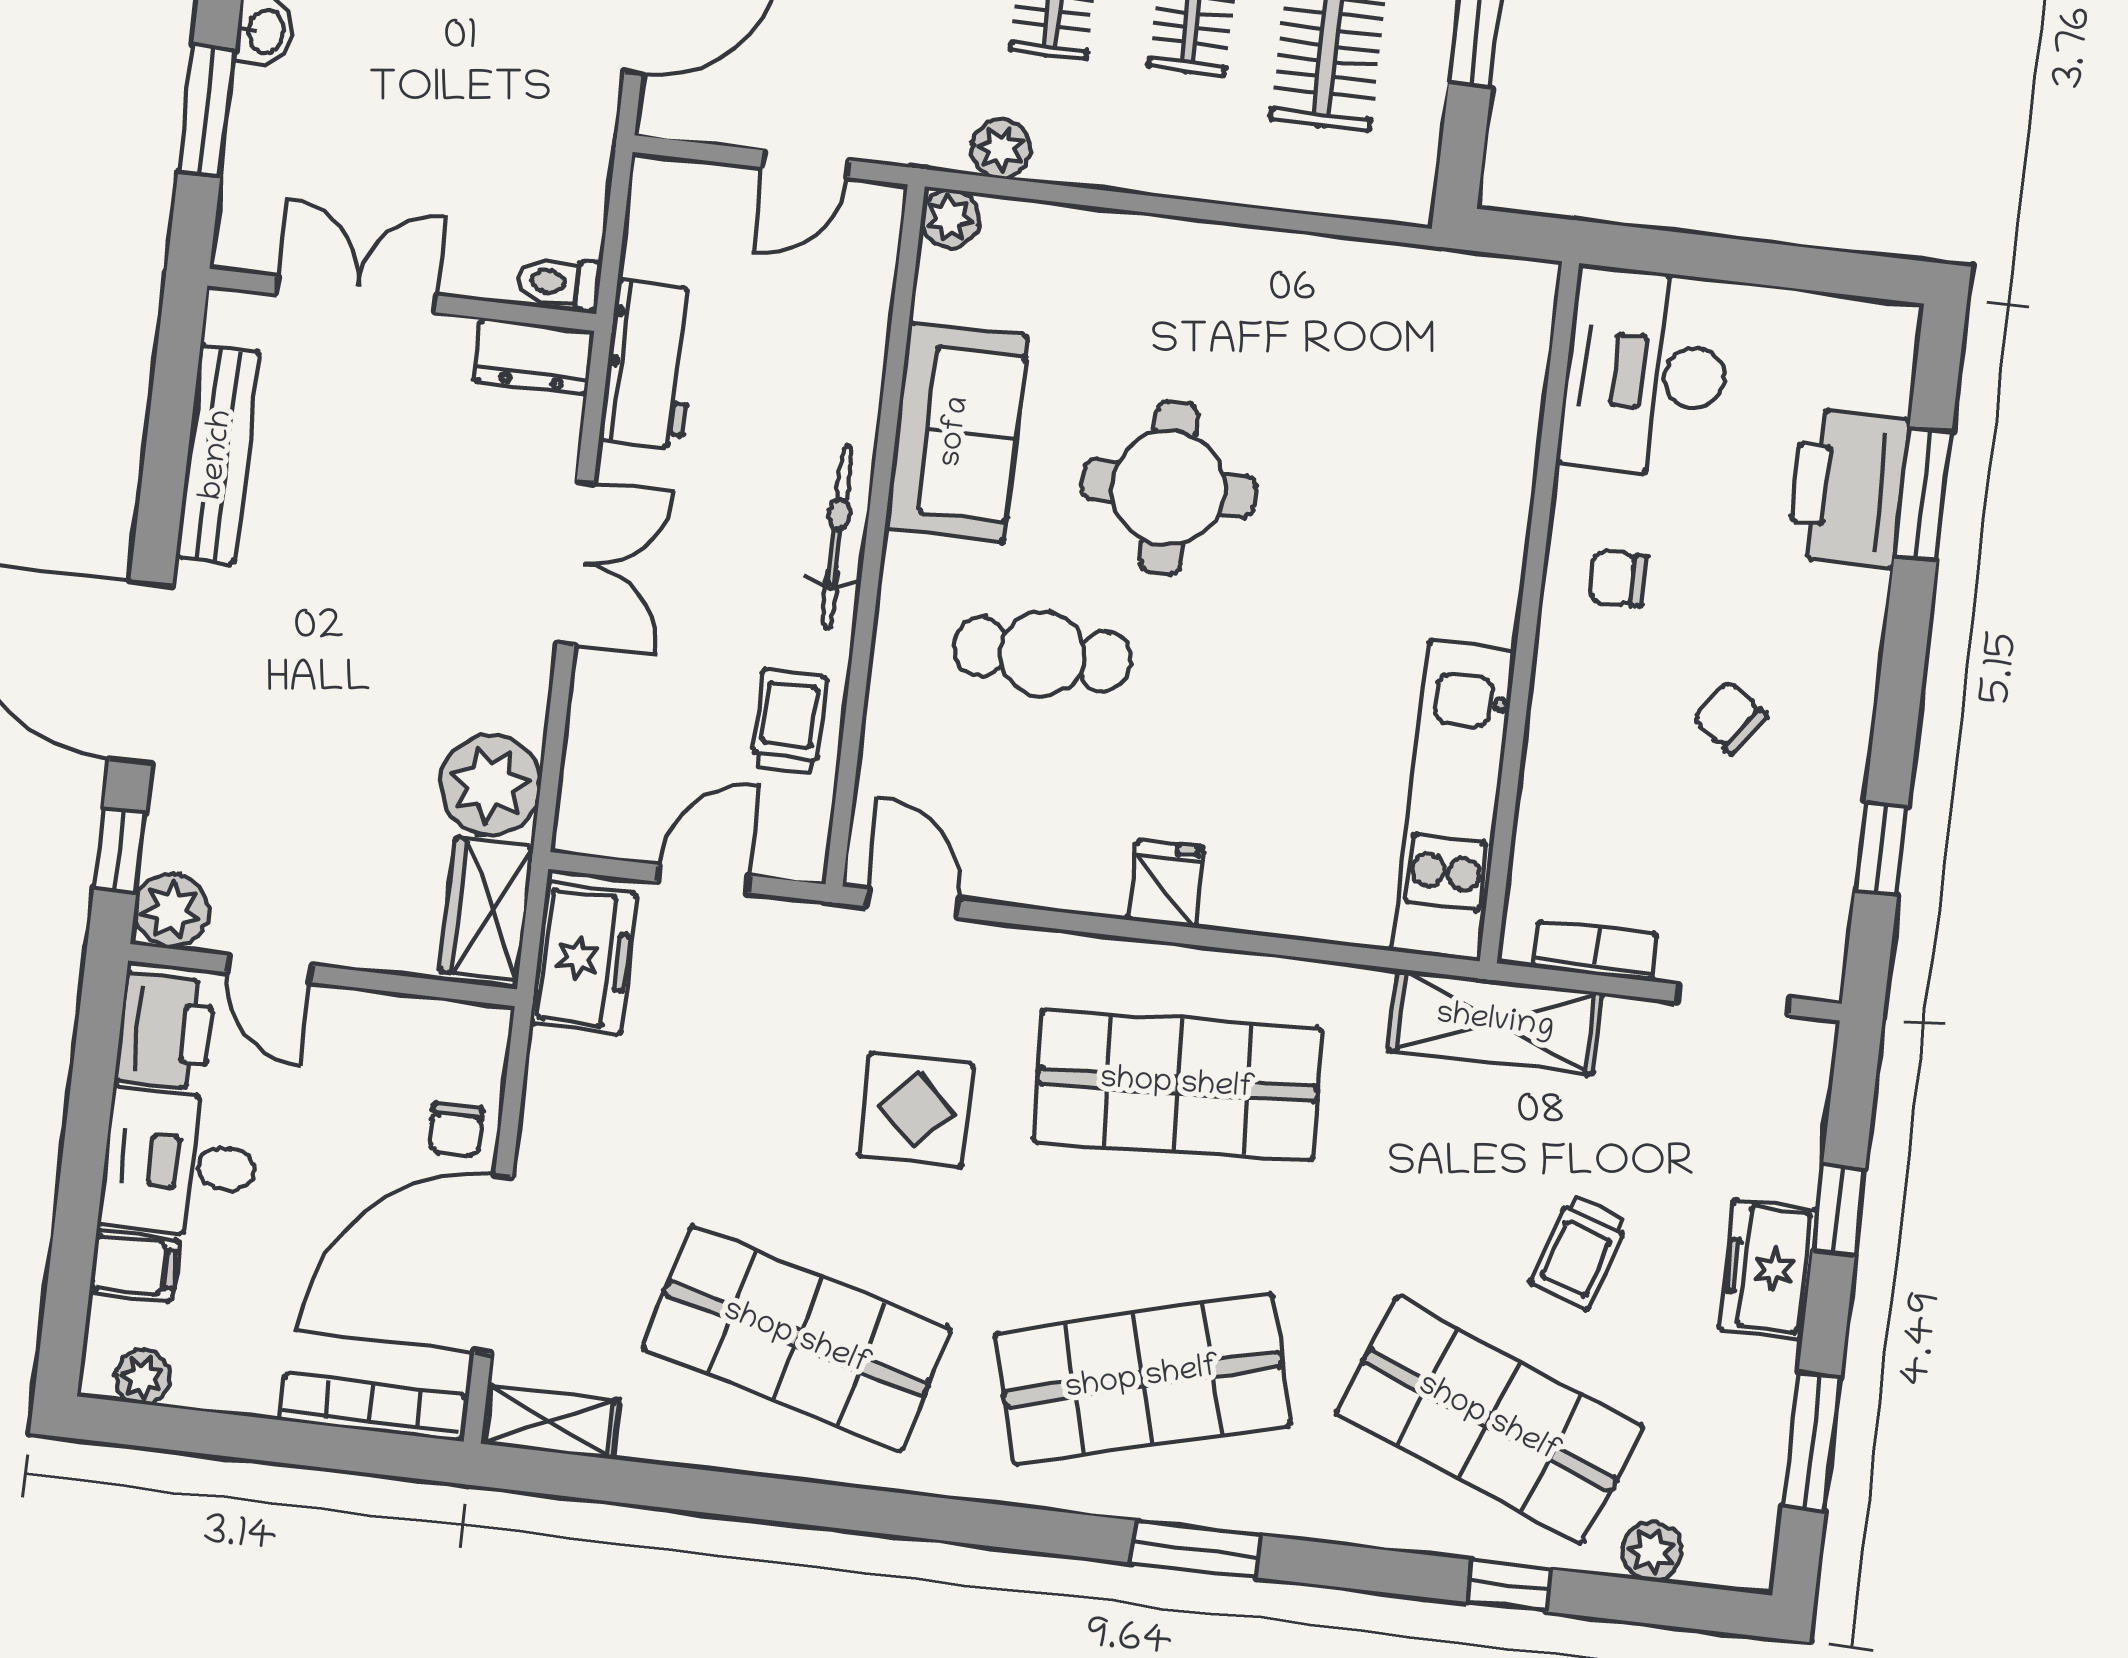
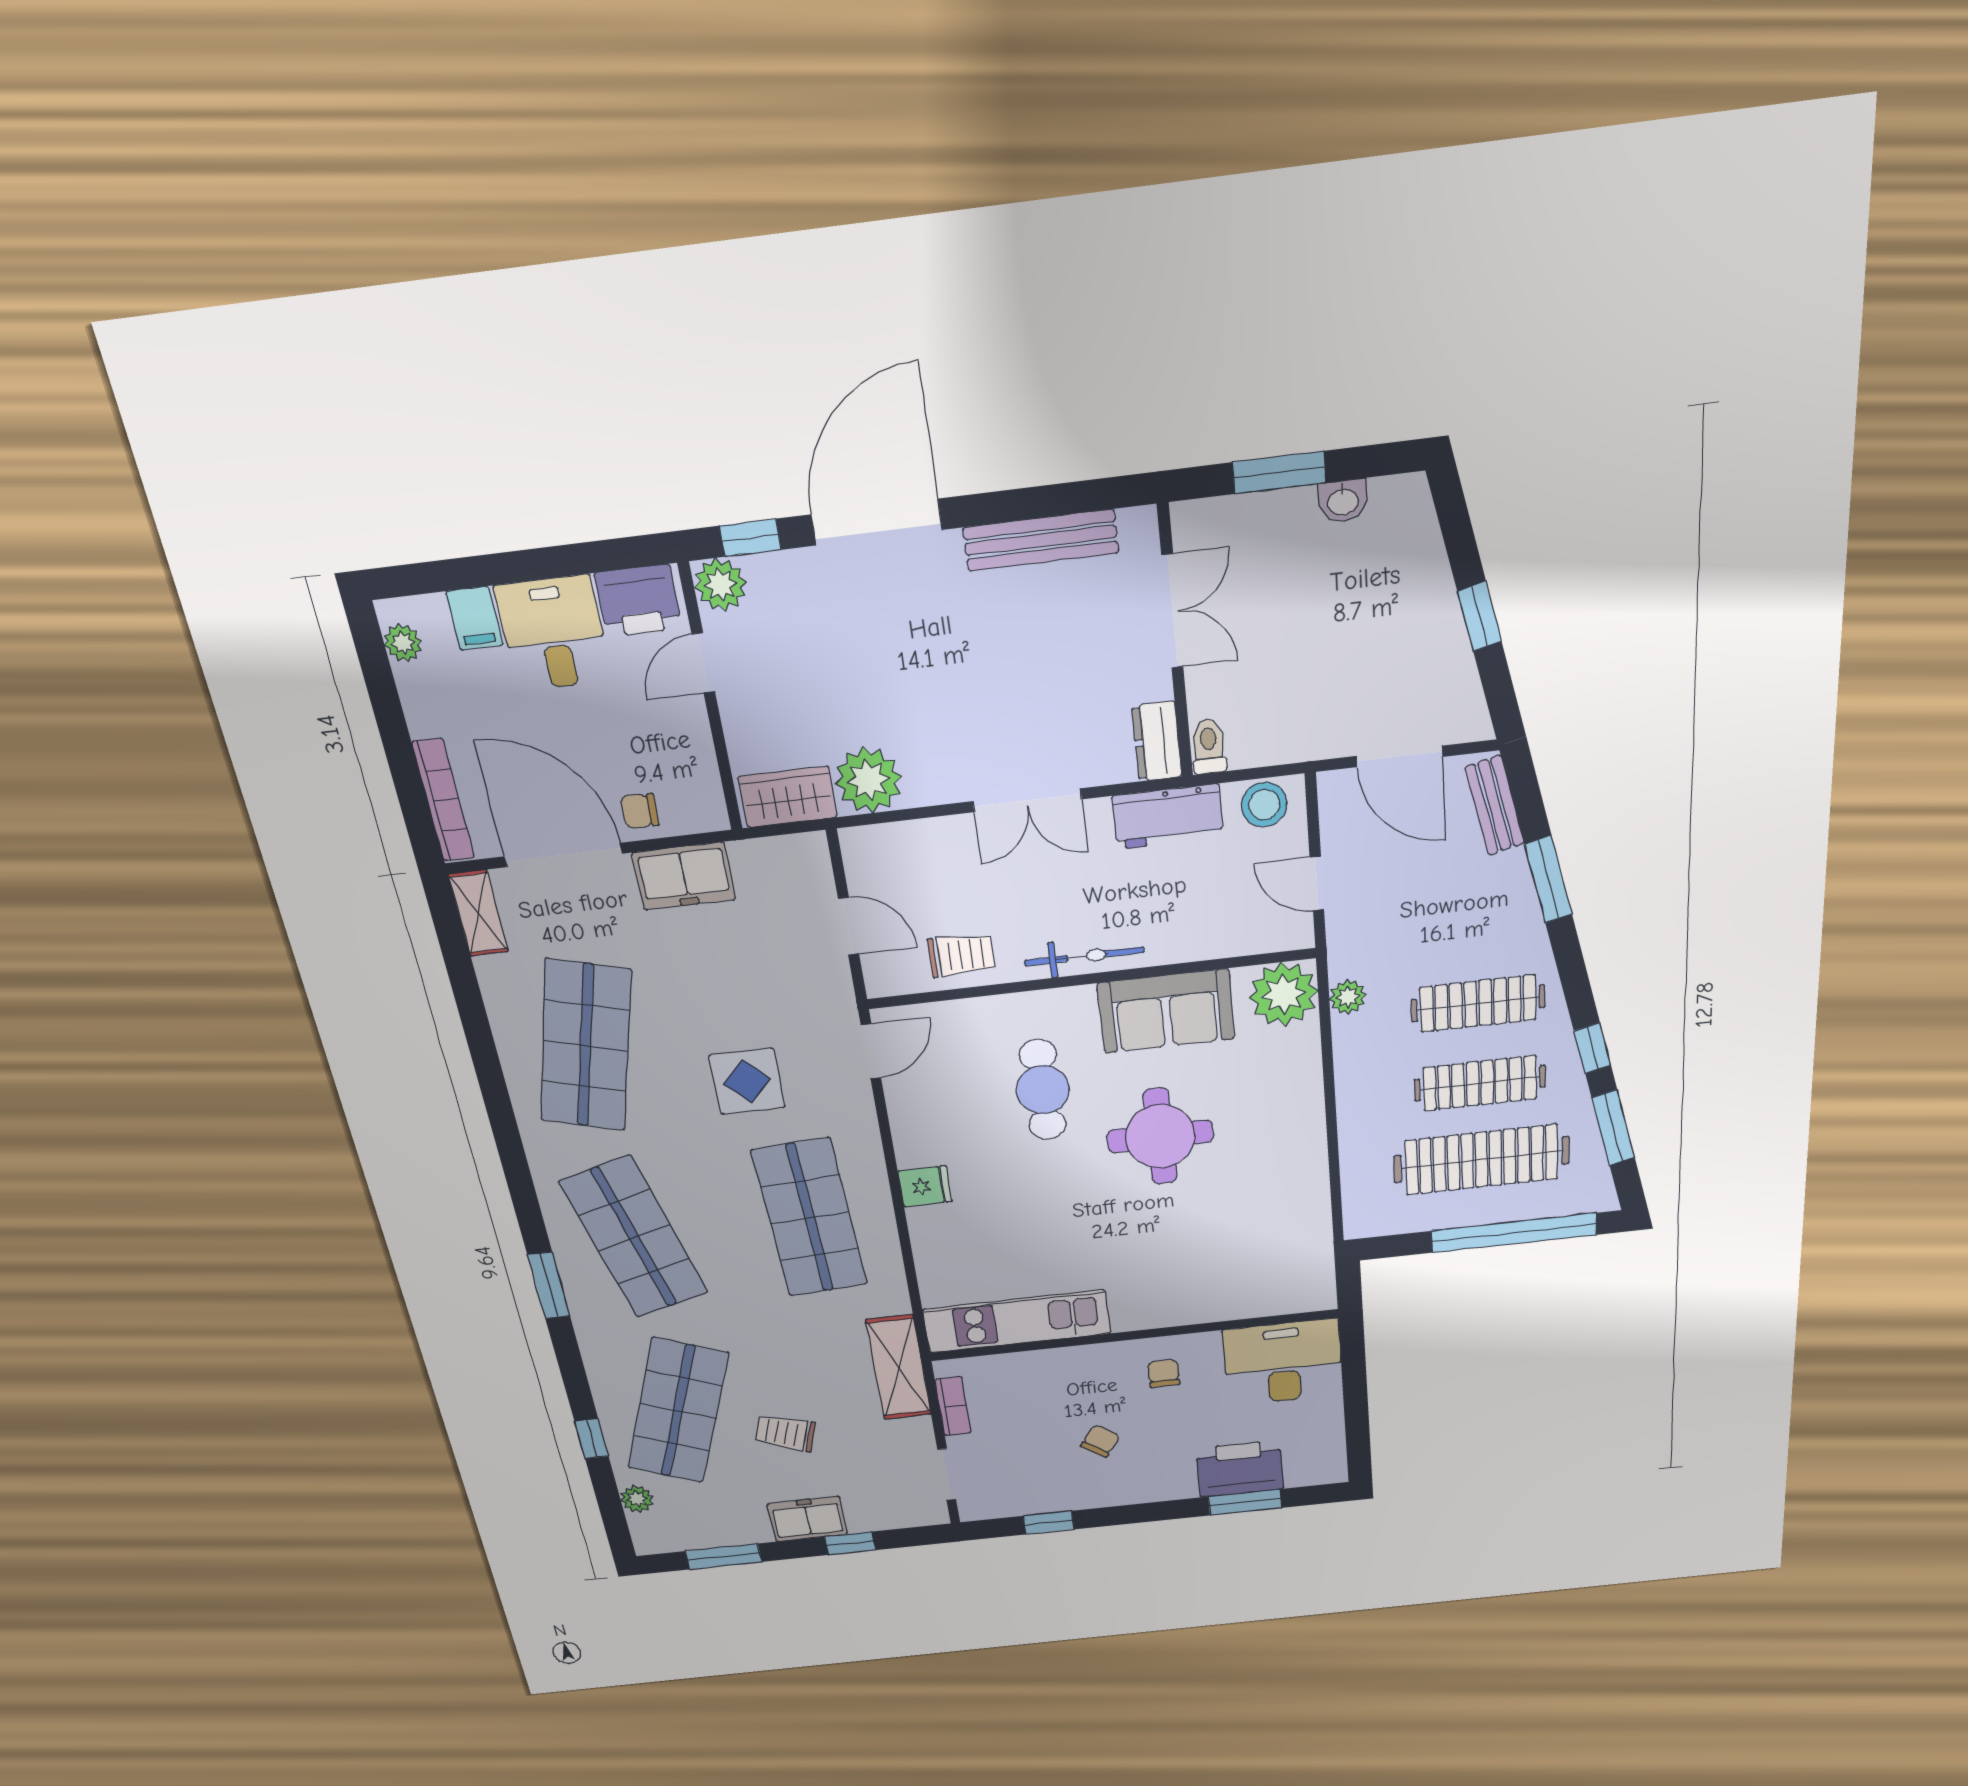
stool: (665, 219) -> (1264, 805), added
plant: (950, 219) -> (1283, 994), width x1.88, depth x1.88
freezer: (584, 959) -> (684, 876), moved

